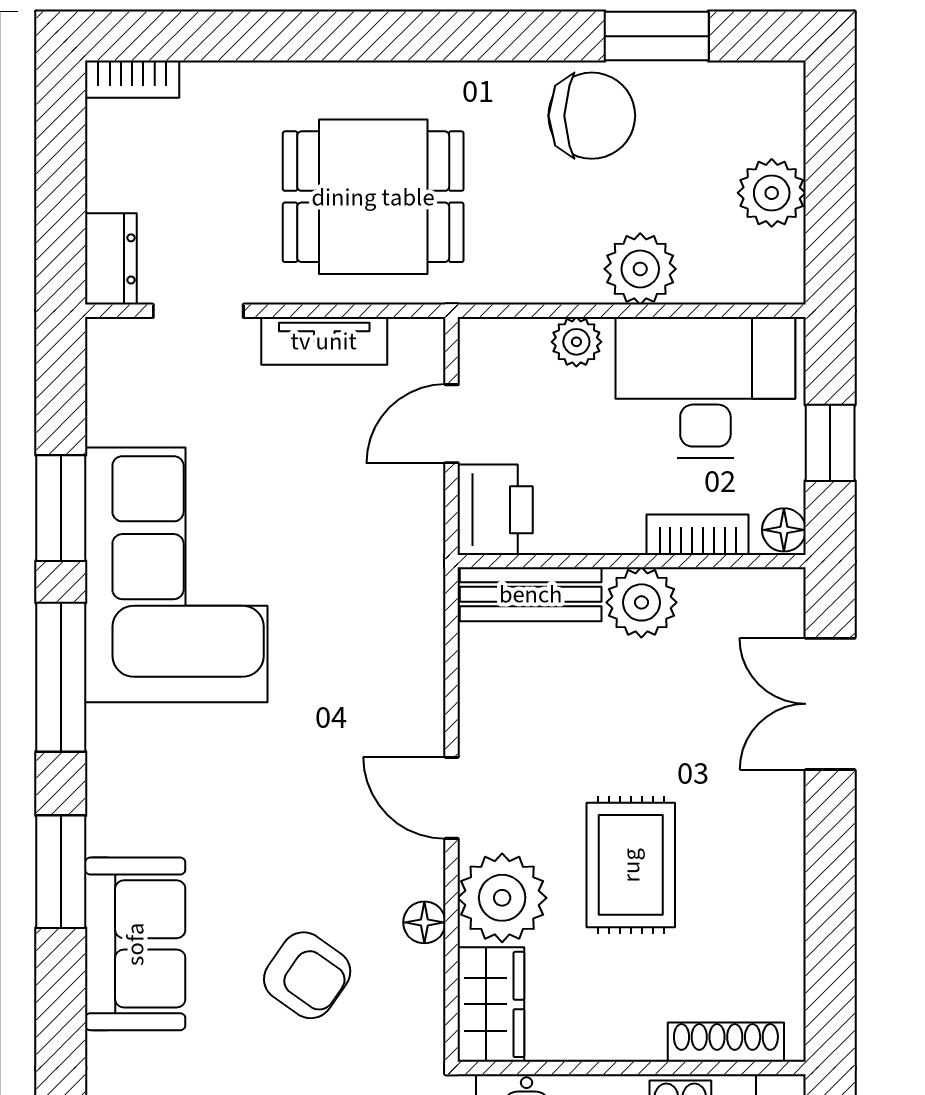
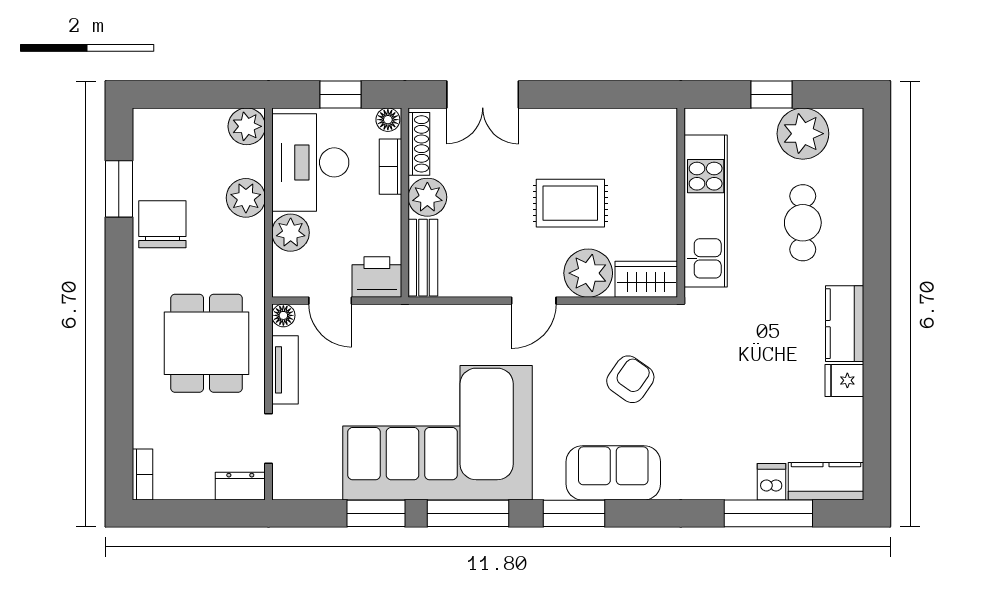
plant: (772, 193) -> (247, 126), moved
plant: (576, 342) -> (291, 233), width x1.38, depth x1.38
corner sofa: (176, 575) -> (438, 433), width x1.36, depth x1.36
floor lamp: (424, 922) -> (283, 315), moved
shoe rack: (726, 1042) -> (419, 144), moved, turned 180

